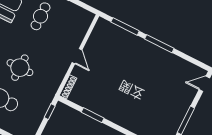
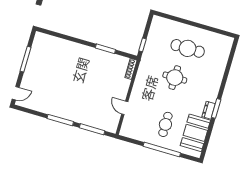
door: (77, 56) -> (125, 108), moved

